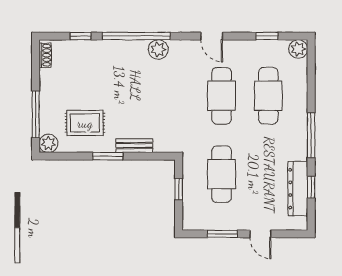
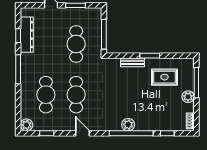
plant: (158, 49) -> (128, 125), moved
plant: (48, 143) -> (188, 97), moved
window: (179, 189) -> (104, 34), width x2.17

